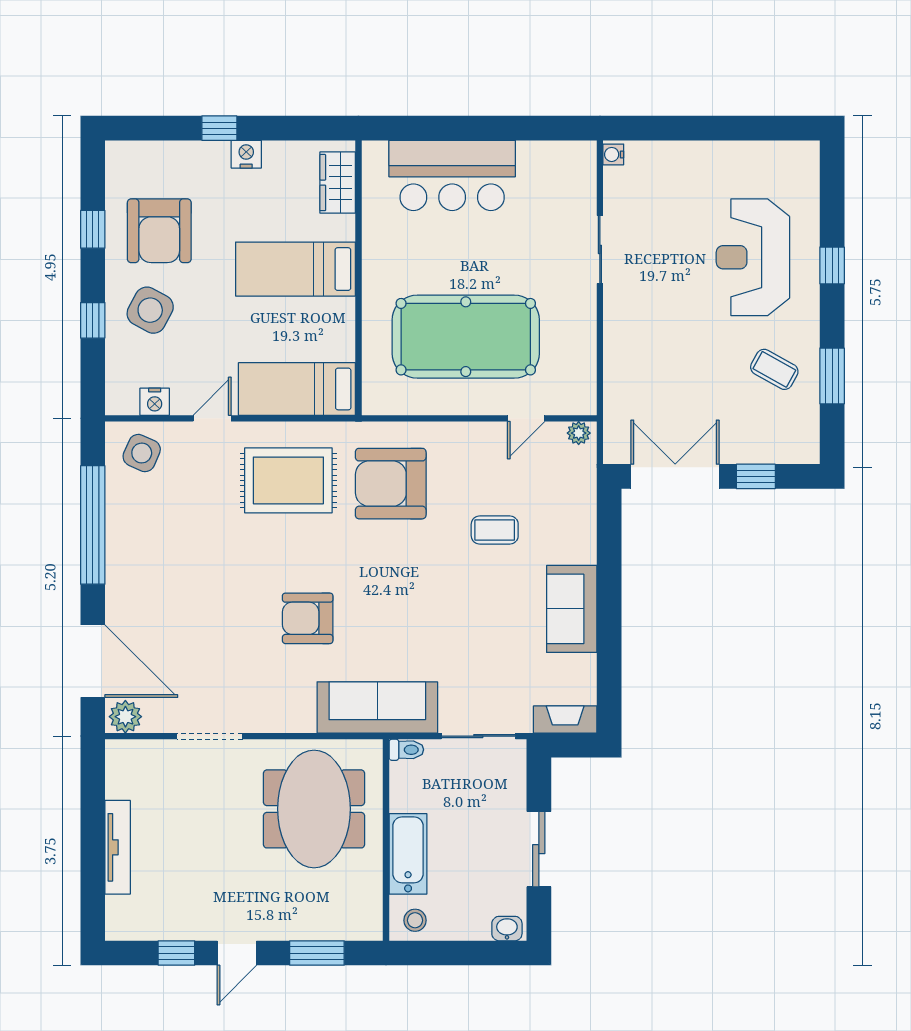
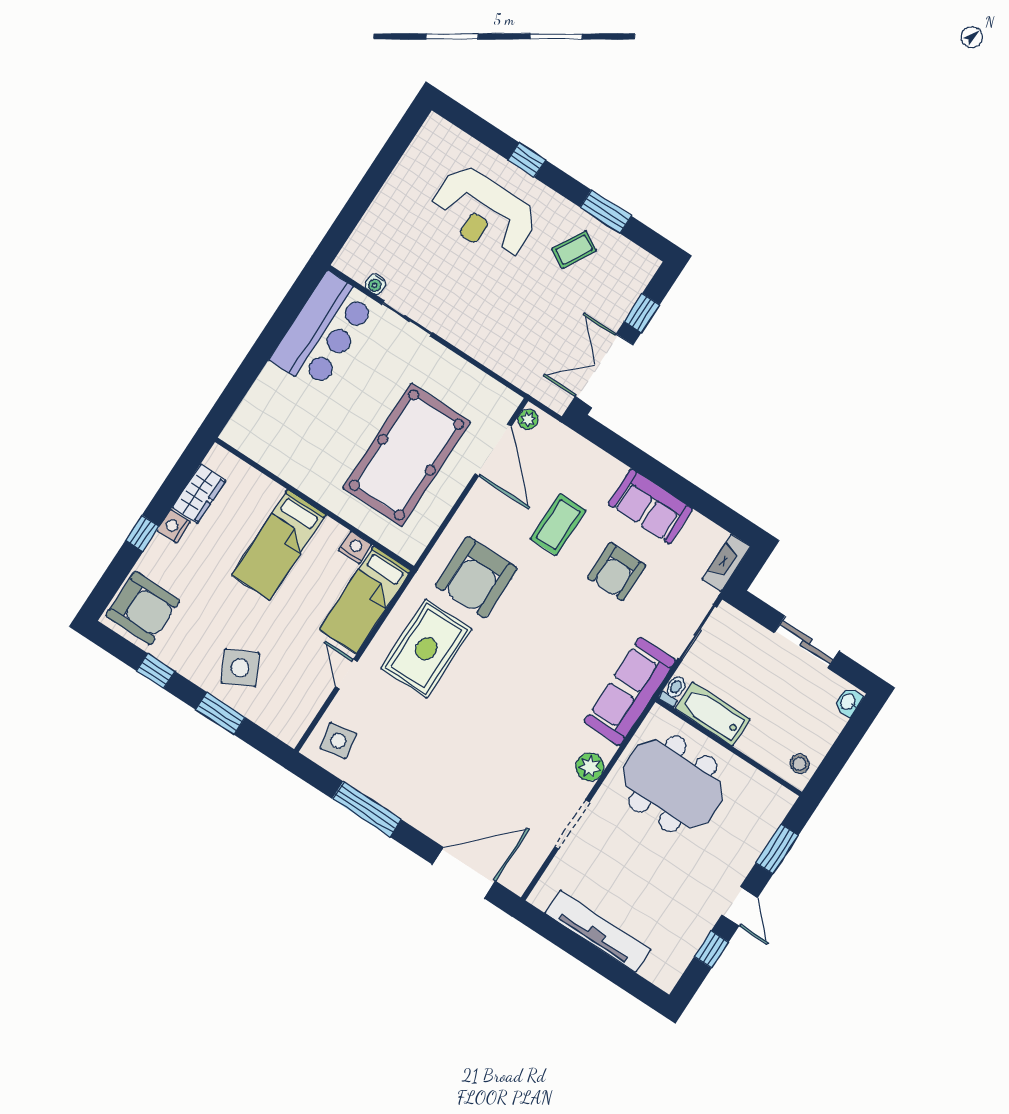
water cooler: (613, 154) -> (376, 284), moved
bar counter: (452, 175) -> (323, 331), moved
wardrobe: (338, 183) -> (199, 494), moved, turned -90
armchair: (159, 231) -> (143, 608), moved
side table: (150, 310) -> (240, 668), turned 35
window: (93, 320) -> (221, 714), width x1.50
nightstand: (155, 402) -> (355, 547), moved, turned -90
door: (526, 418) -> (493, 450), width x1.88
side table: (142, 453) -> (338, 741), turned -35
window: (93, 525) -> (367, 809), width x0.68
coffee table: (495, 530) -> (558, 525), width x1.36, depth x1.30
armchair: (308, 618) -> (617, 572), moved
plant: (125, 717) -> (590, 767), moved
tv unit: (118, 847) -> (598, 931), width x1.36, depth x1.29
bathtub: (408, 854) -> (712, 714), moved

